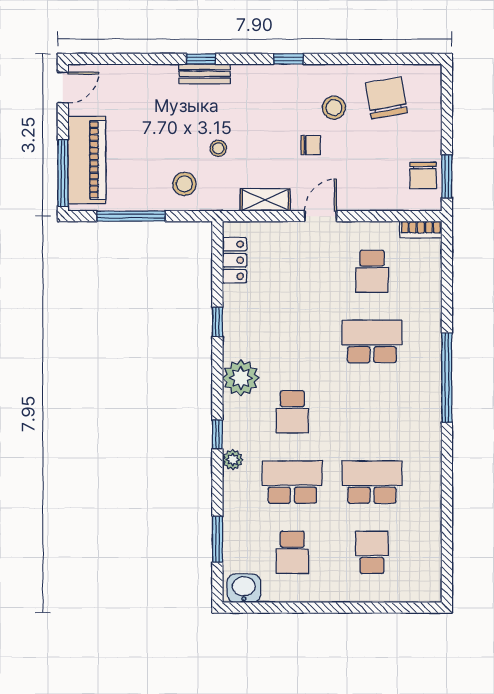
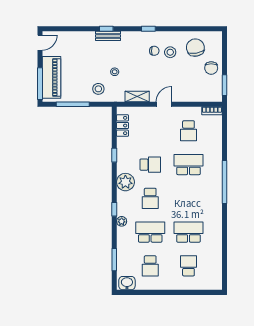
chair: (311, 145) -> (154, 51), moved
chair: (423, 176) -> (211, 68), moved
school desk: (292, 342) -> (150, 165), added

